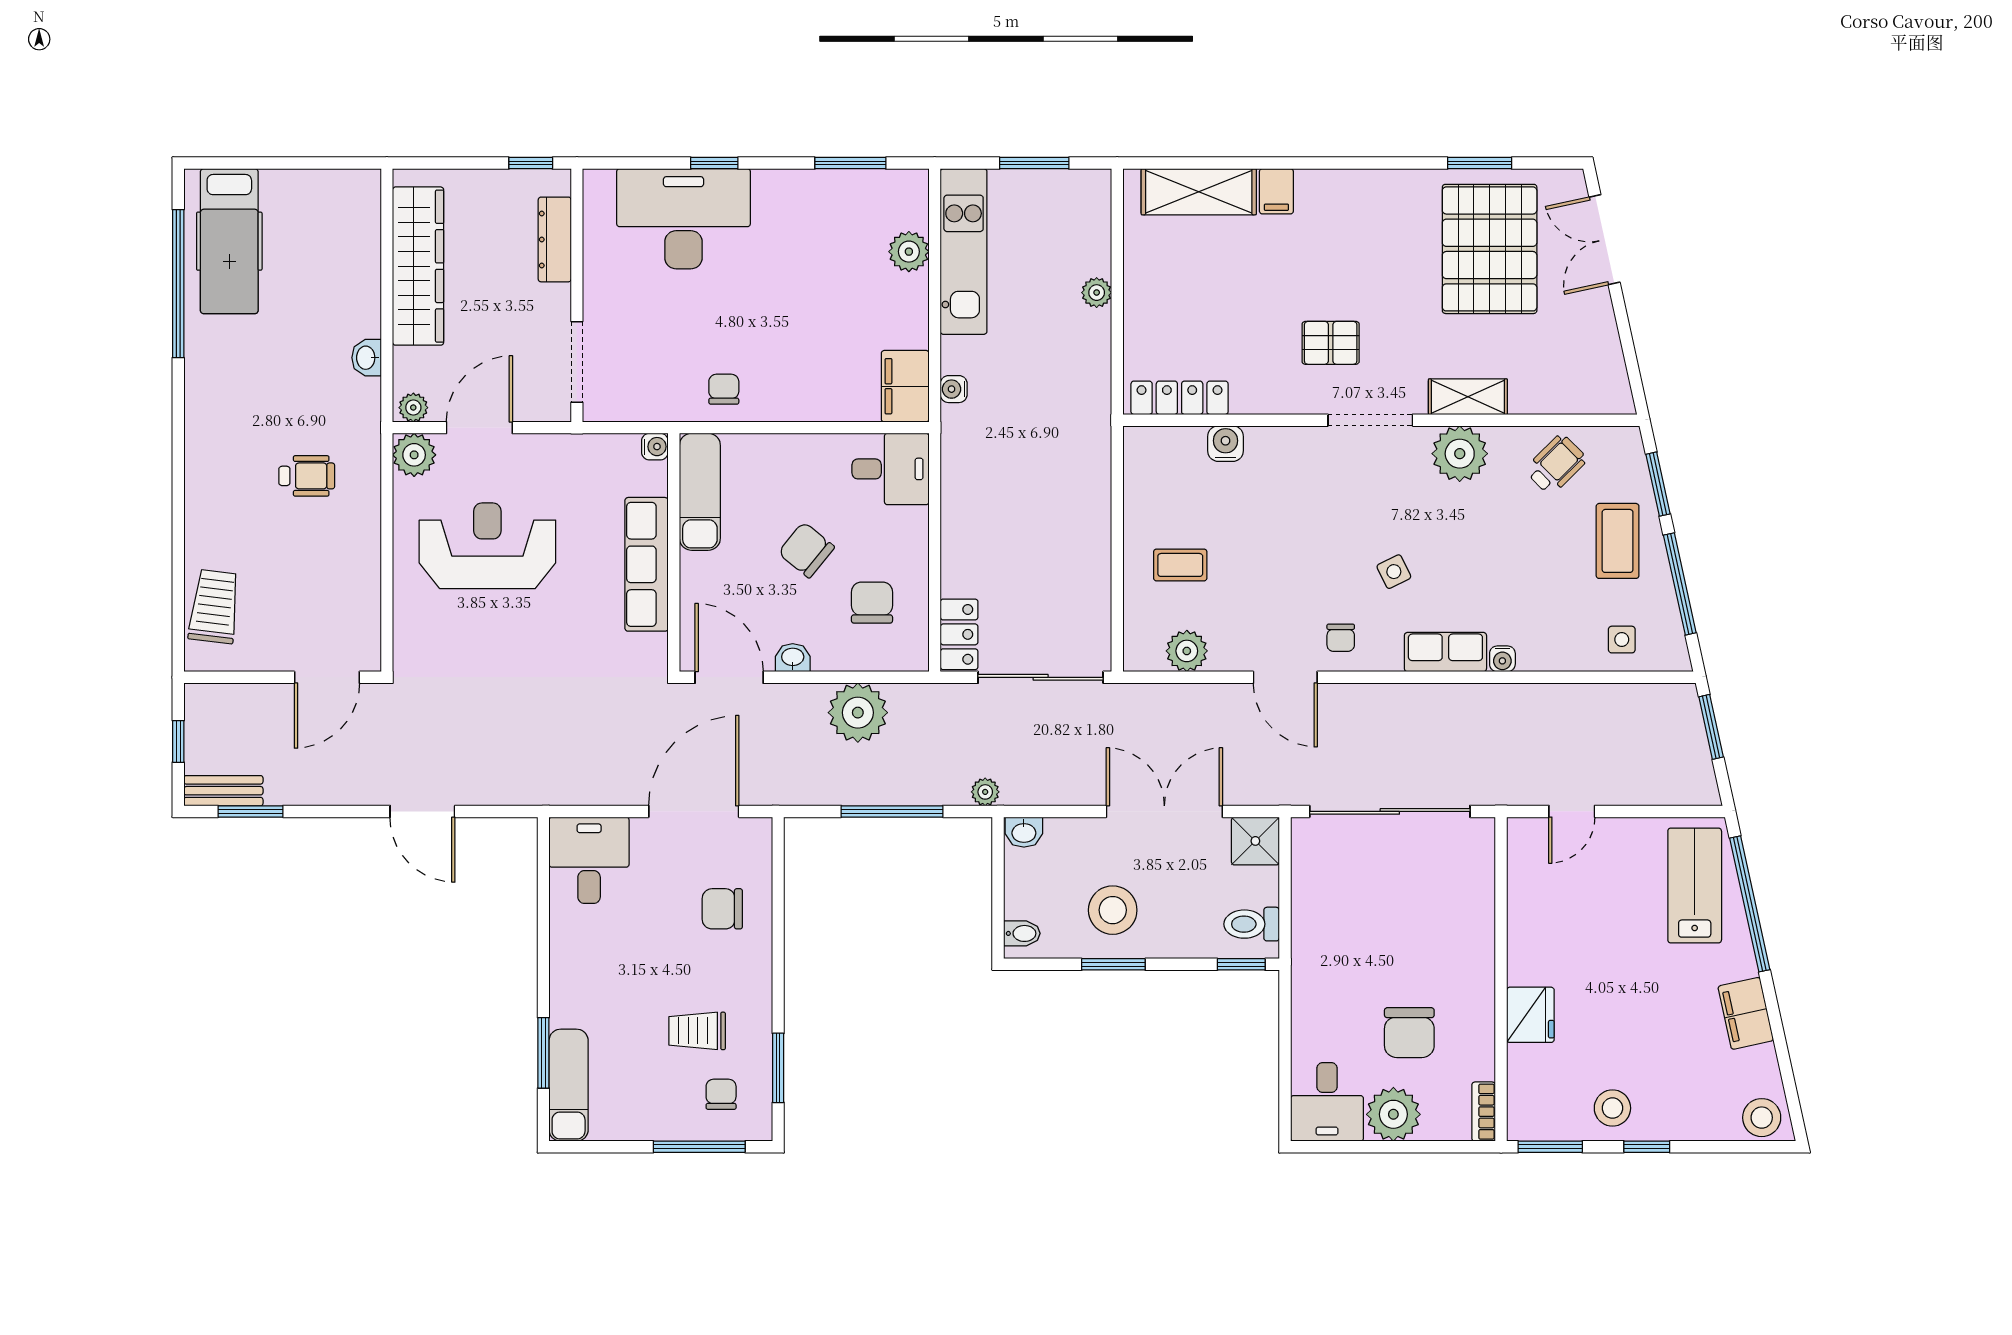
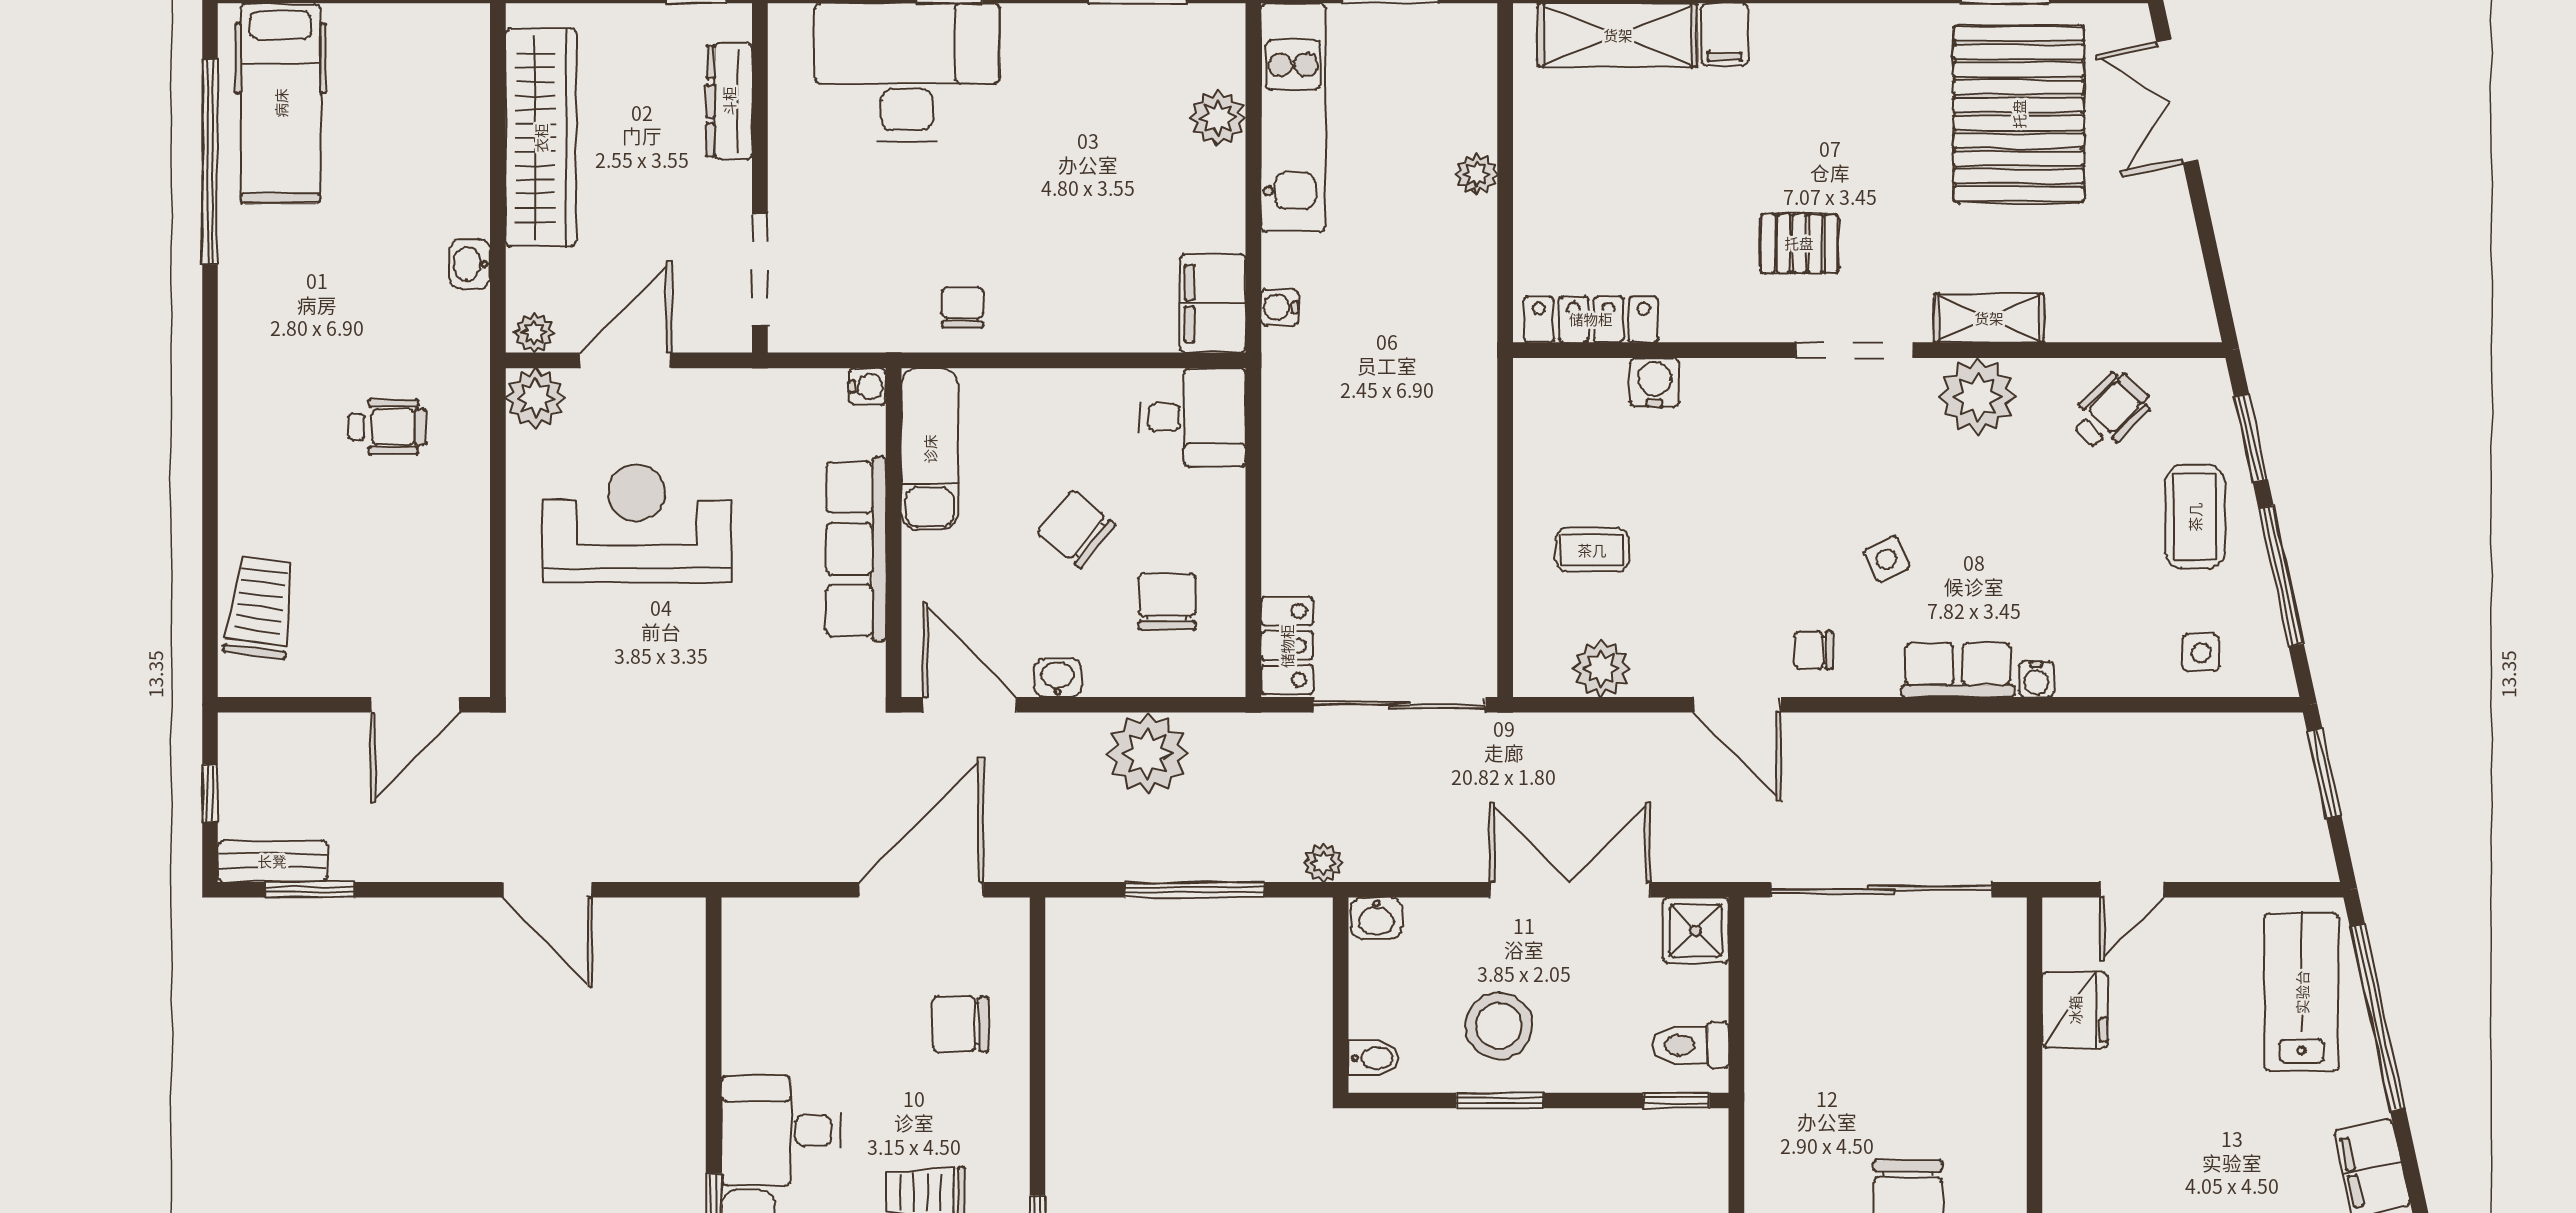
chair: (1341, 638) -> (1813, 650), turned 90
desk: (589, 860) -> (781, 1131), moved, turned -90
fridge: (1530, 1015) -> (2075, 1010), moved

